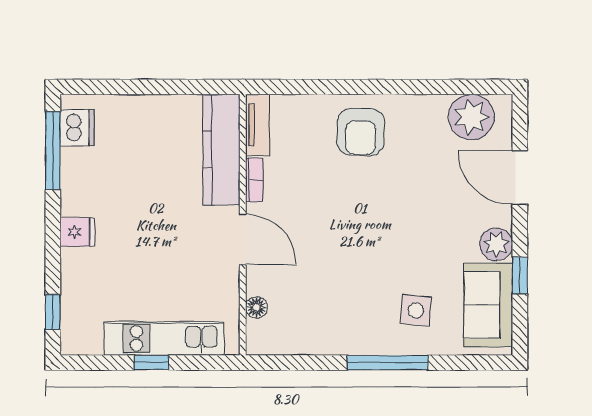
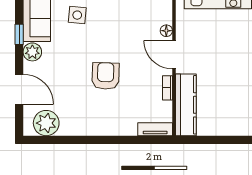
tv unit: (257, 125) -> (155, 129), moved, turned 90
armchair: (361, 132) -> (106, 76), moved
floor lamp: (256, 307) -> (166, 31), moved

